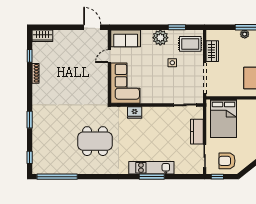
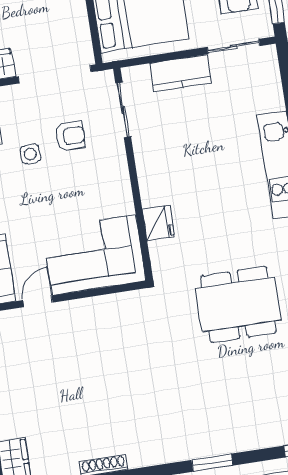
door: (109, 56) -> (38, 301), swing flipped
armchair: (177, 81) -> (70, 136), added
dining table: (95, 141) -> (238, 304), turned 90

